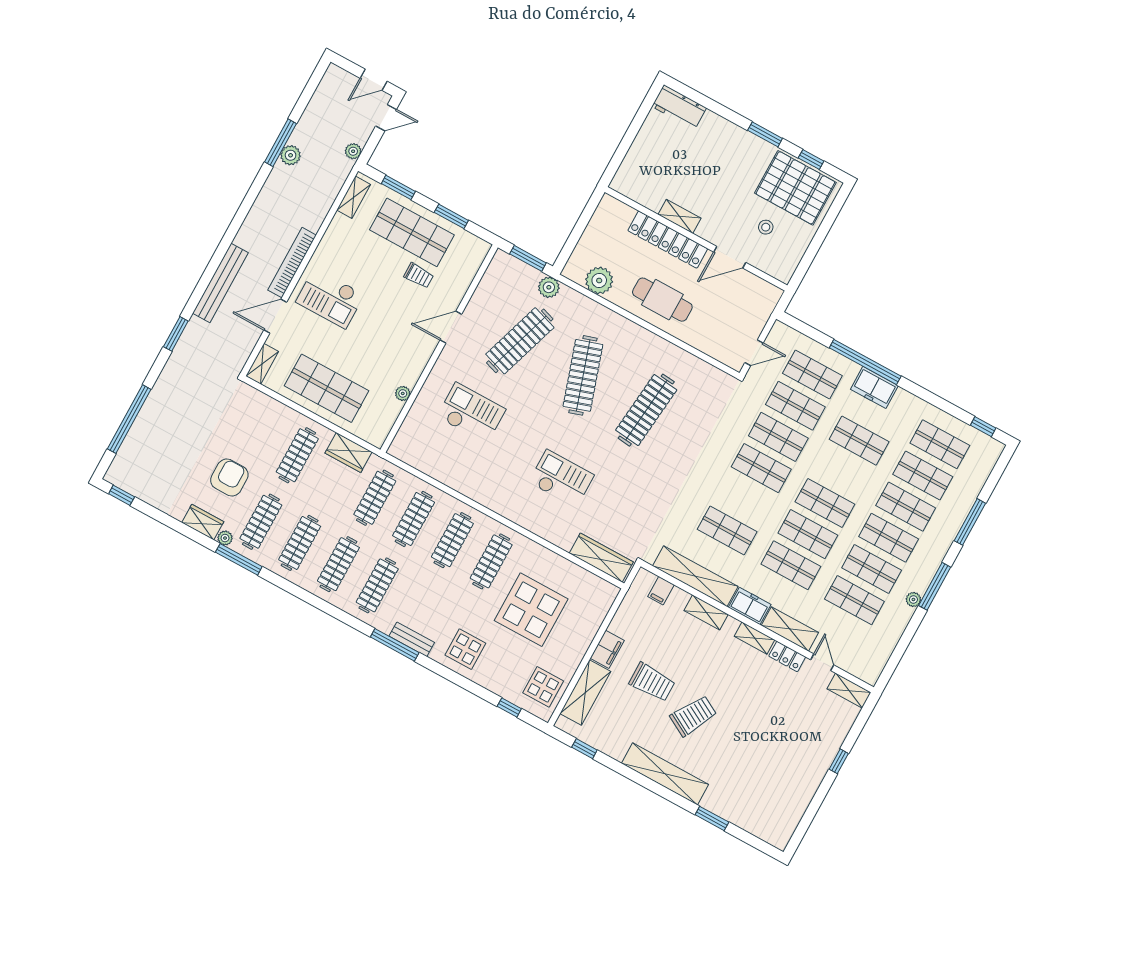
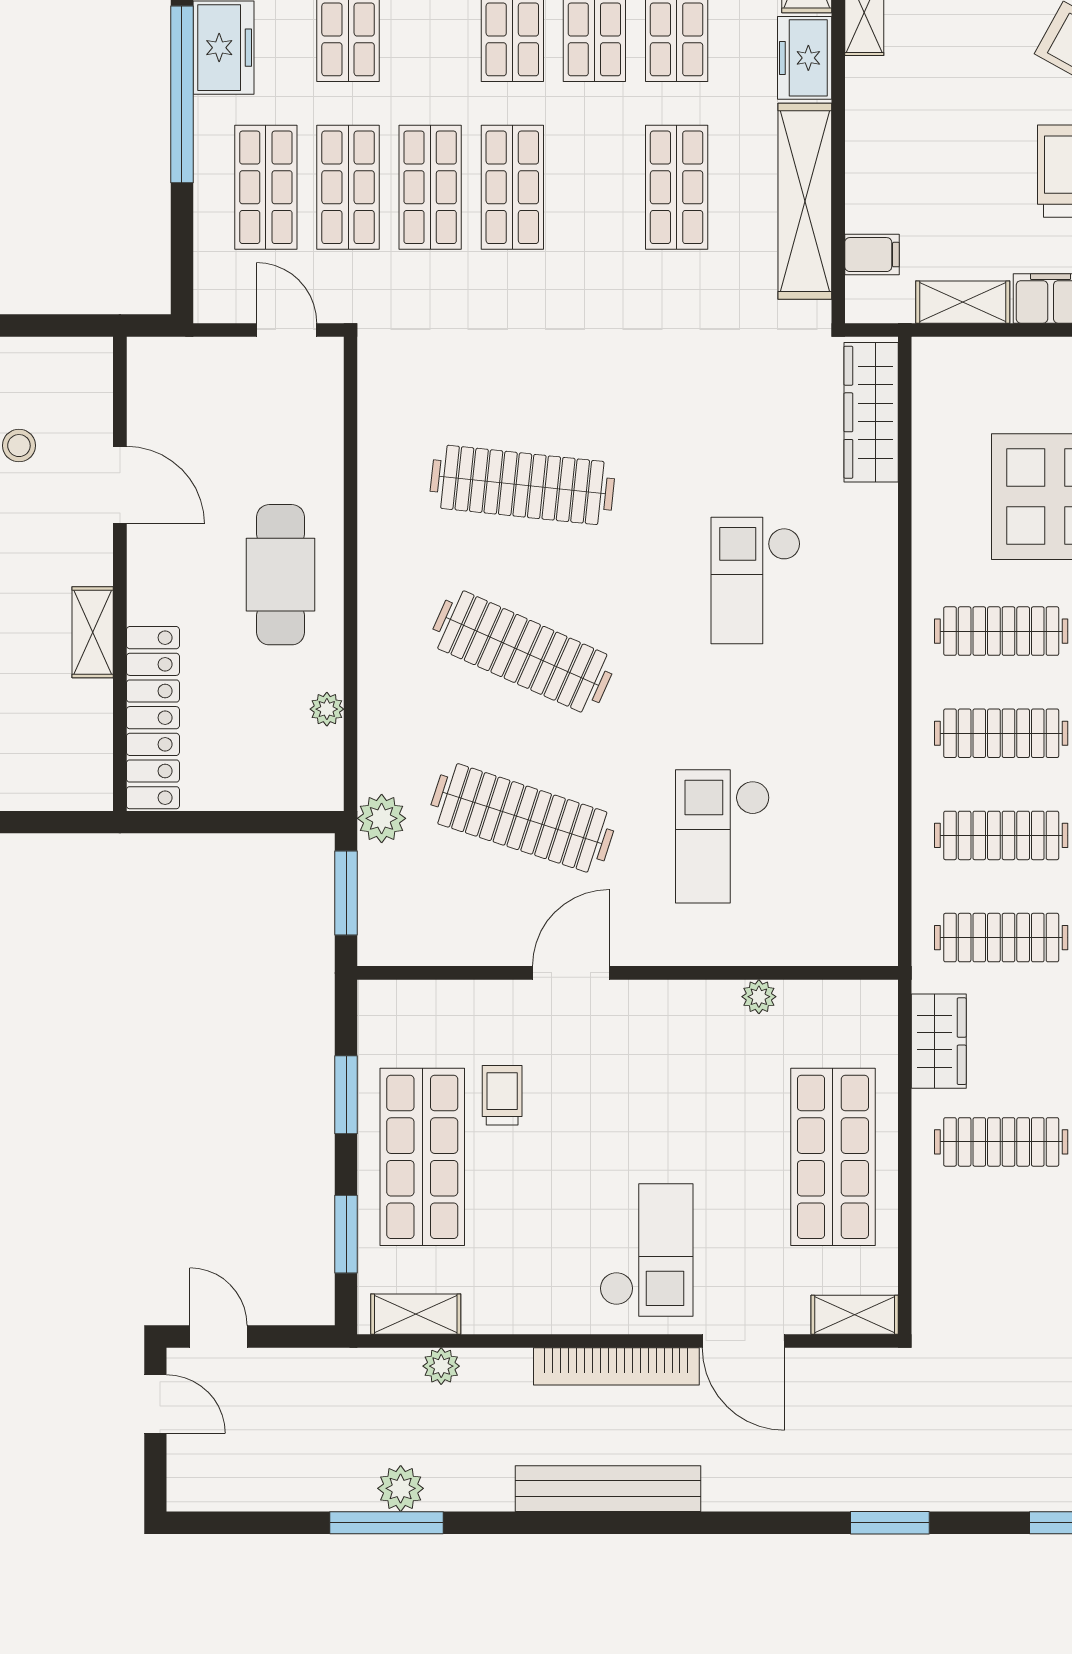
plant: (353, 151) -> (441, 1366), moved
locker: (668, 240) -> (153, 718), moved
plant: (599, 281) -> (327, 709), width x0.53, depth x0.53
bench: (220, 283) -> (608, 1489), moved
door: (451, 327) -> (571, 973), swing flipped
clothes rail: (583, 375) -> (522, 651), turned 42
shelving: (706, 612) -> (963, 302), moved, turned 90

